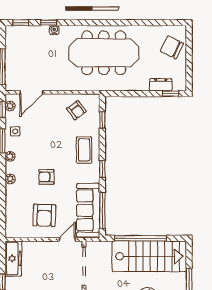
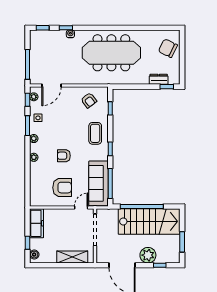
armchair: (44, 215) -> (62, 188), turned -92

